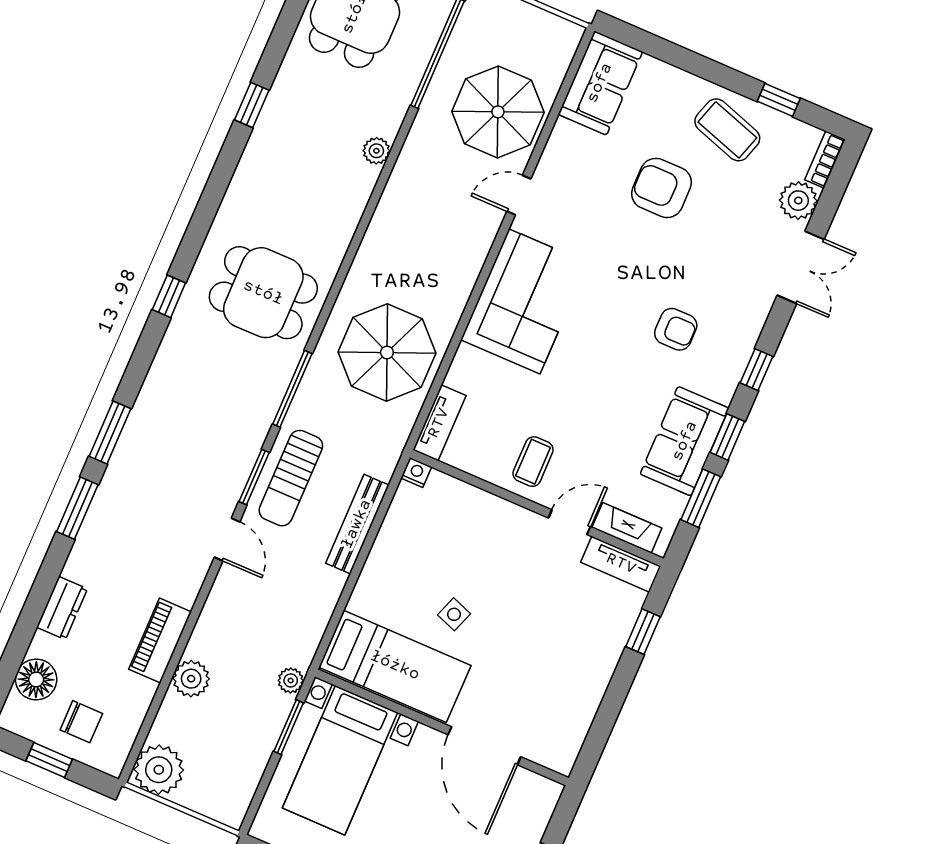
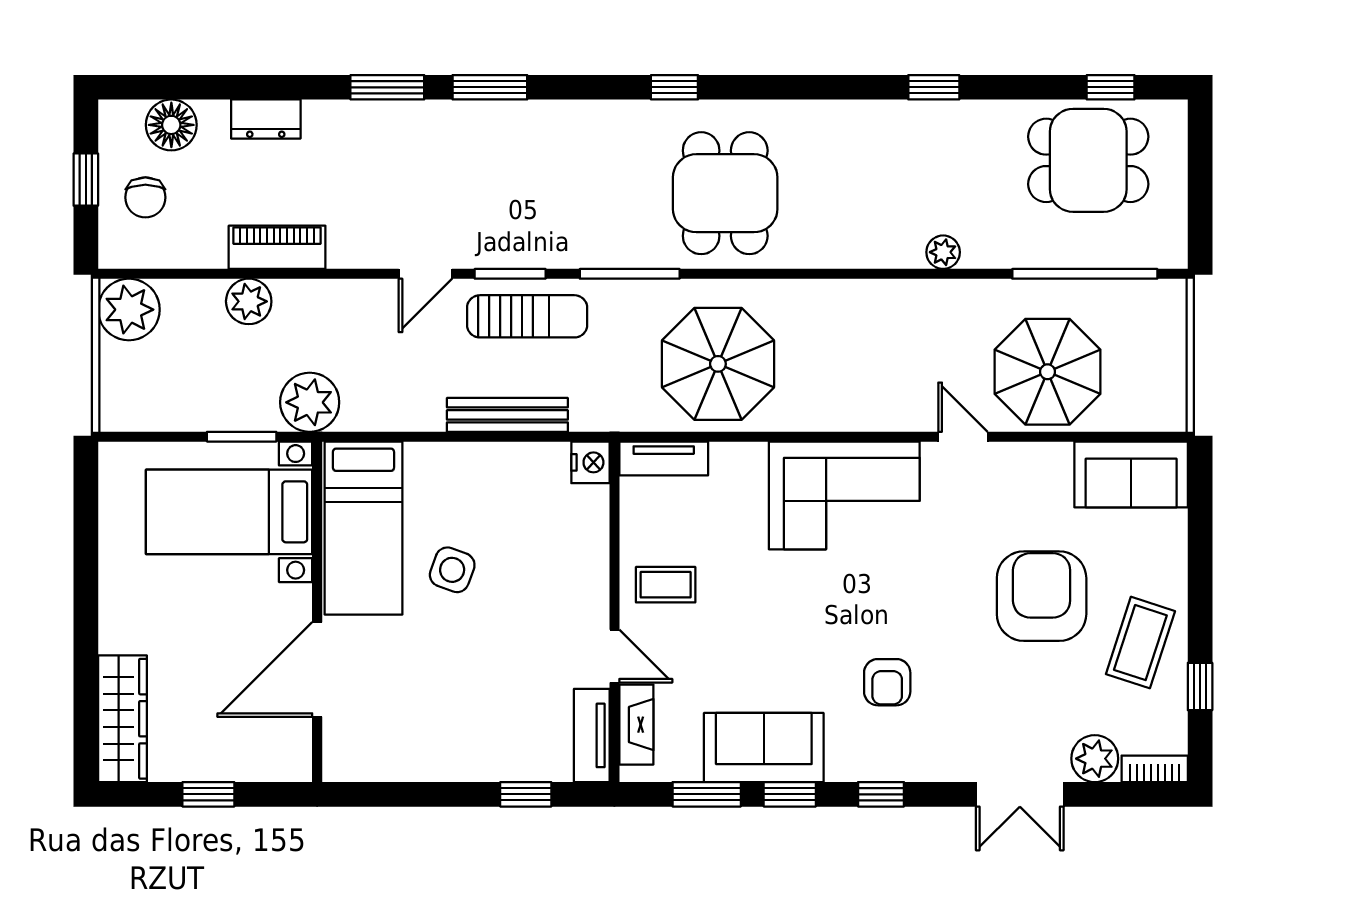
armchair: (662, 188) -> (1042, 596), width x1.36, depth x1.36
nightstand: (416, 473) -> (590, 462), width x1.39, depth x1.35
sun lounger: (291, 478) -> (527, 316), turned 180
side table: (454, 614) -> (452, 570), width x1.37, depth x1.37
plant: (291, 681) -> (310, 402), width x1.87, depth x1.87

